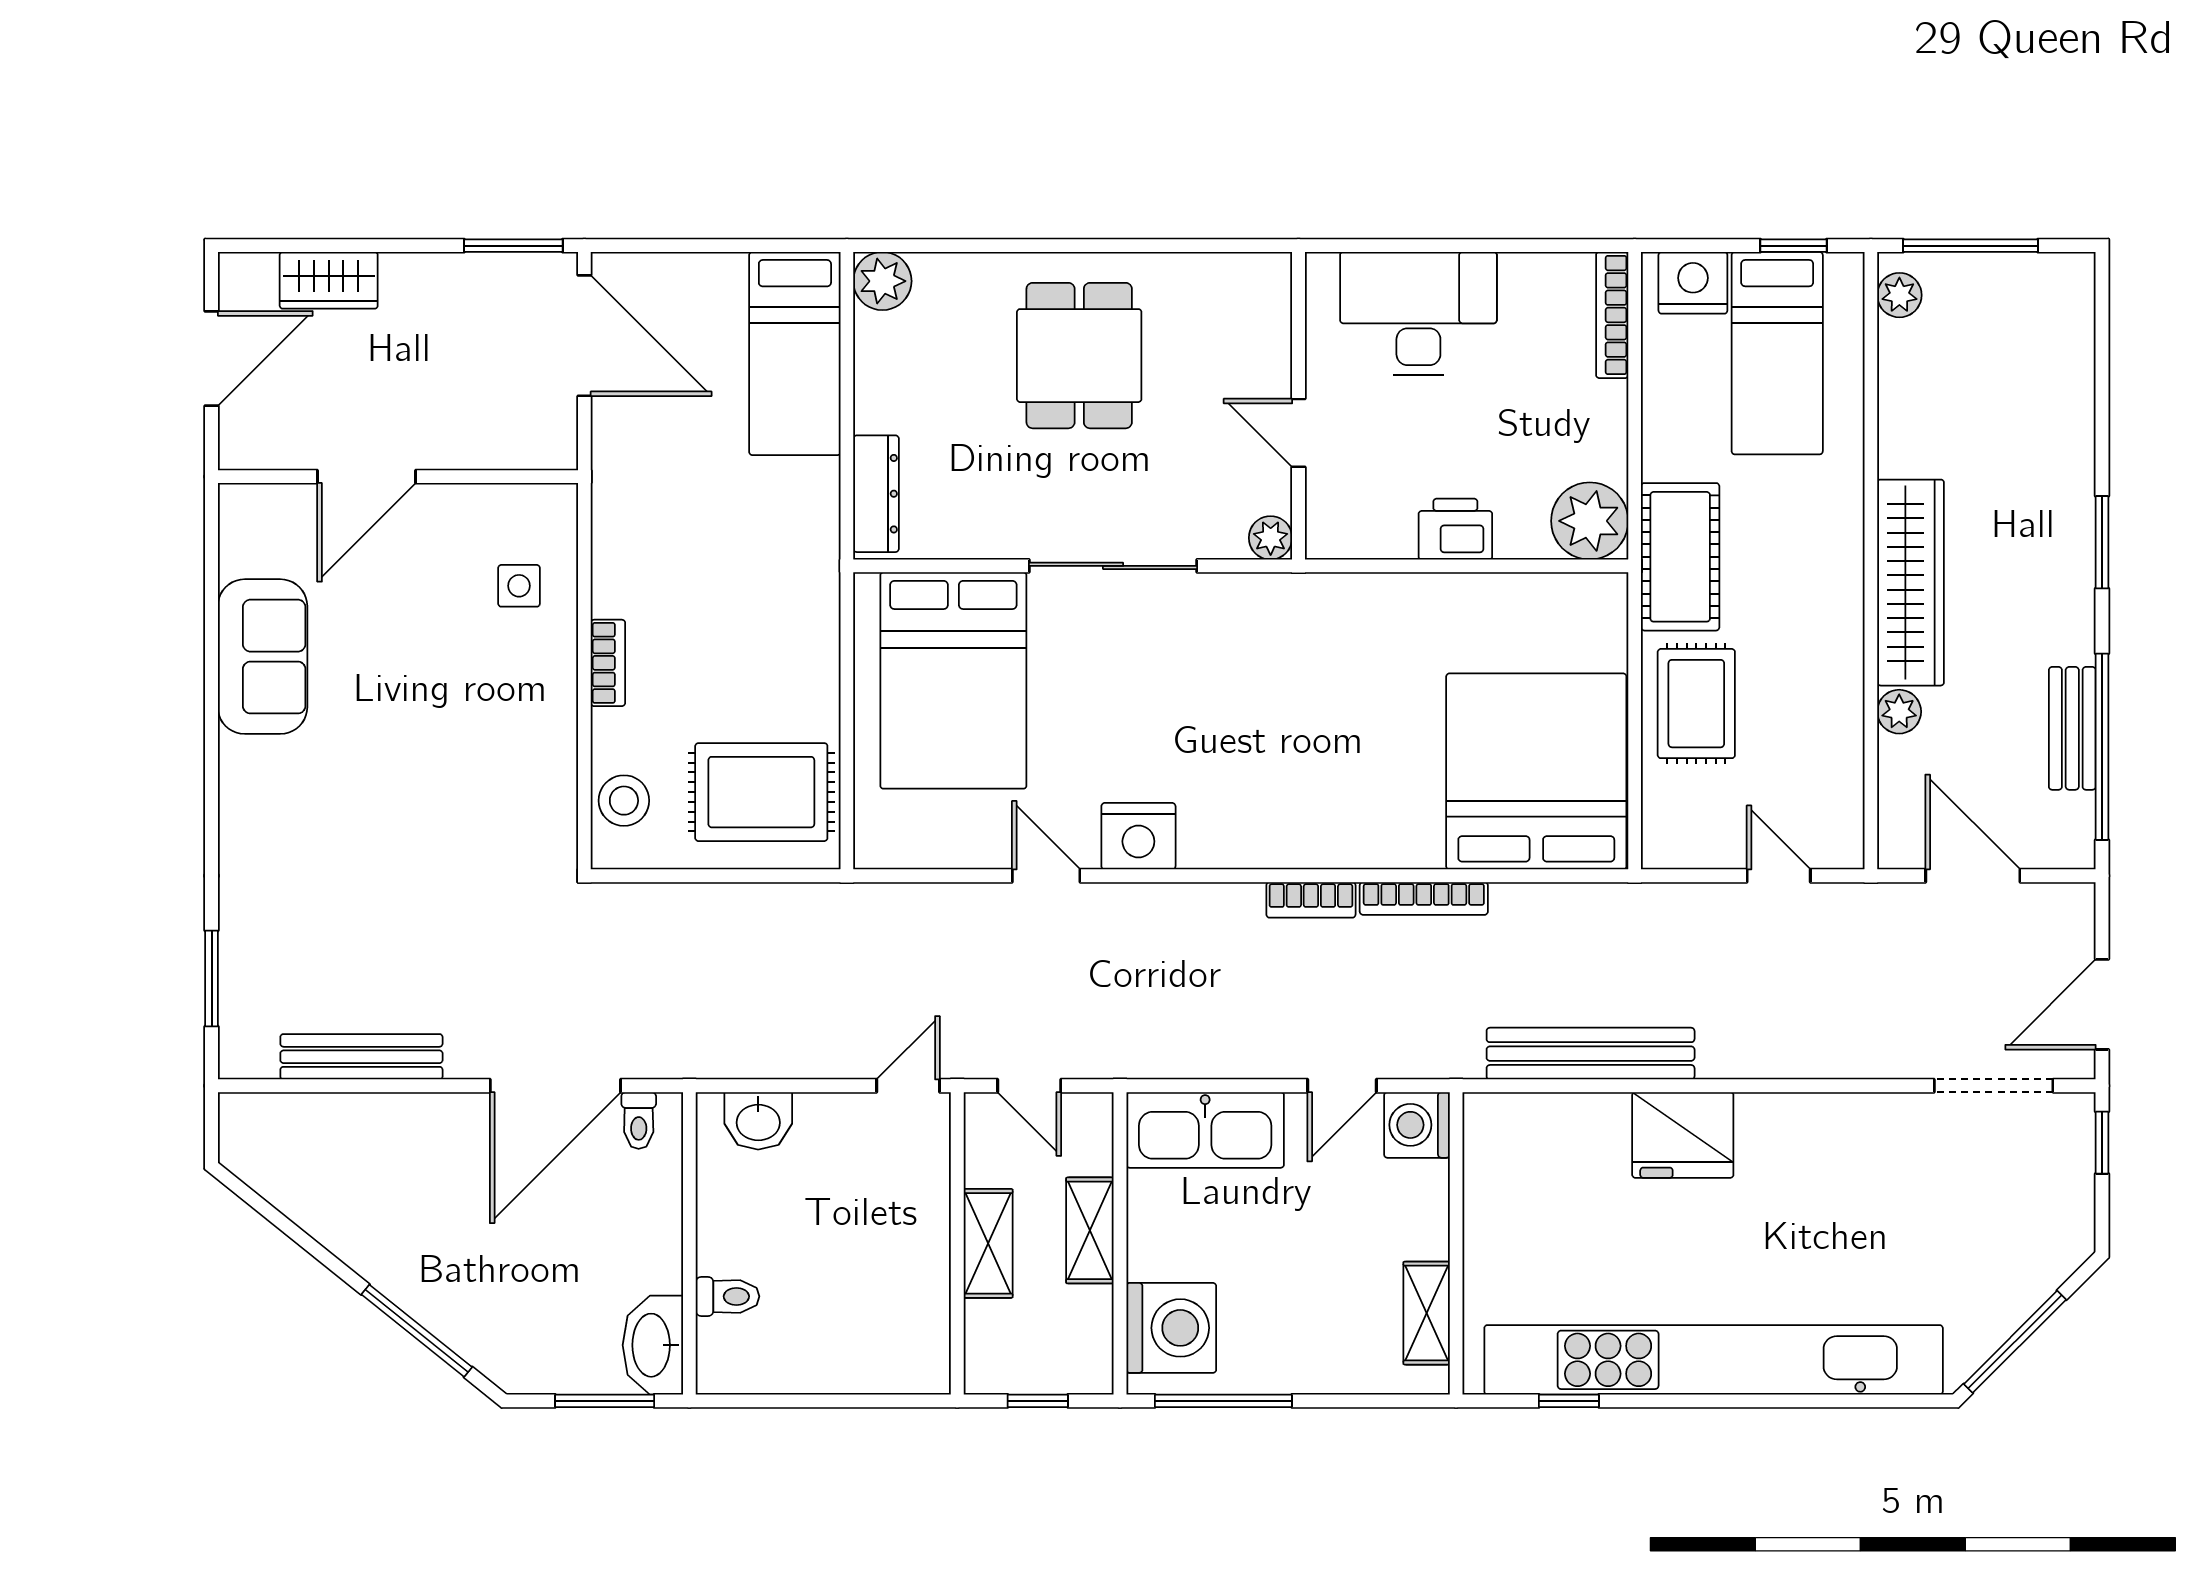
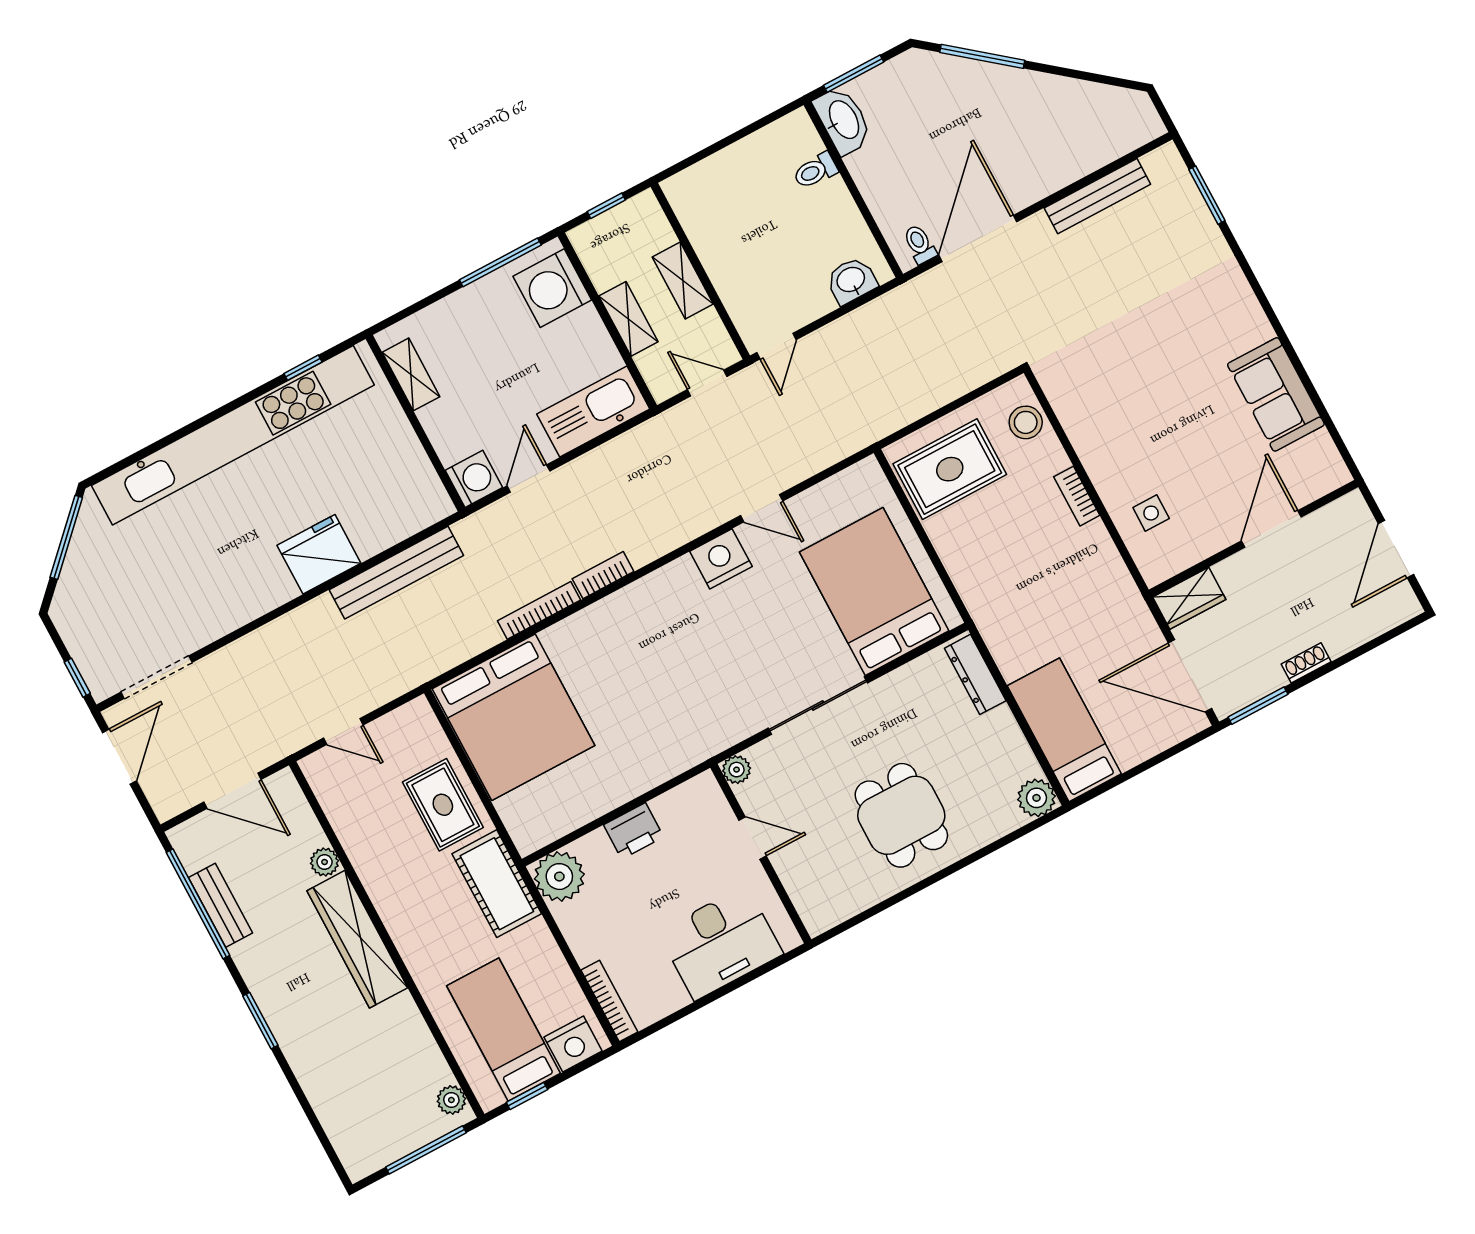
shoe rack: (417, 269) -> (1306, 663), added
wardrobe: (329, 280) -> (1189, 598), moved, turned 180

